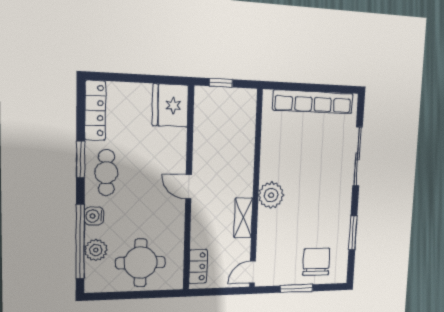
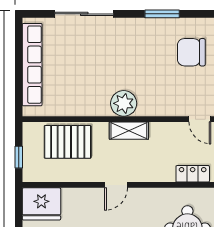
pallet: (235, 136) -> (68, 142), added
shelving: (243, 218) -> (129, 131), moved

